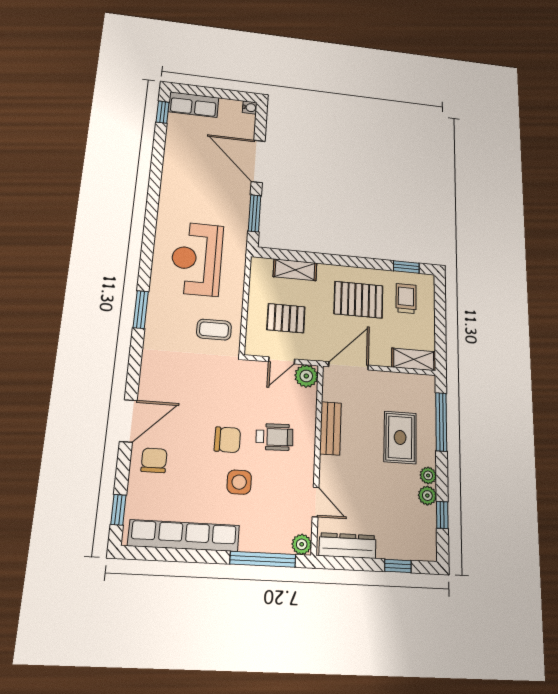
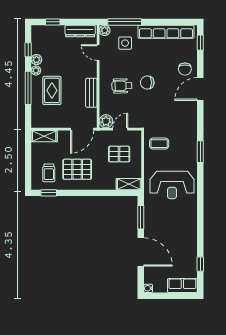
window: (163, 112) -> (200, 264), moved
reception desk: (197, 259) -> (172, 185), turned 90
shelving: (295, 270) -> (129, 184), moved
window: (441, 422) -> (28, 88), moved
side table: (239, 482) -> (125, 43), moved

